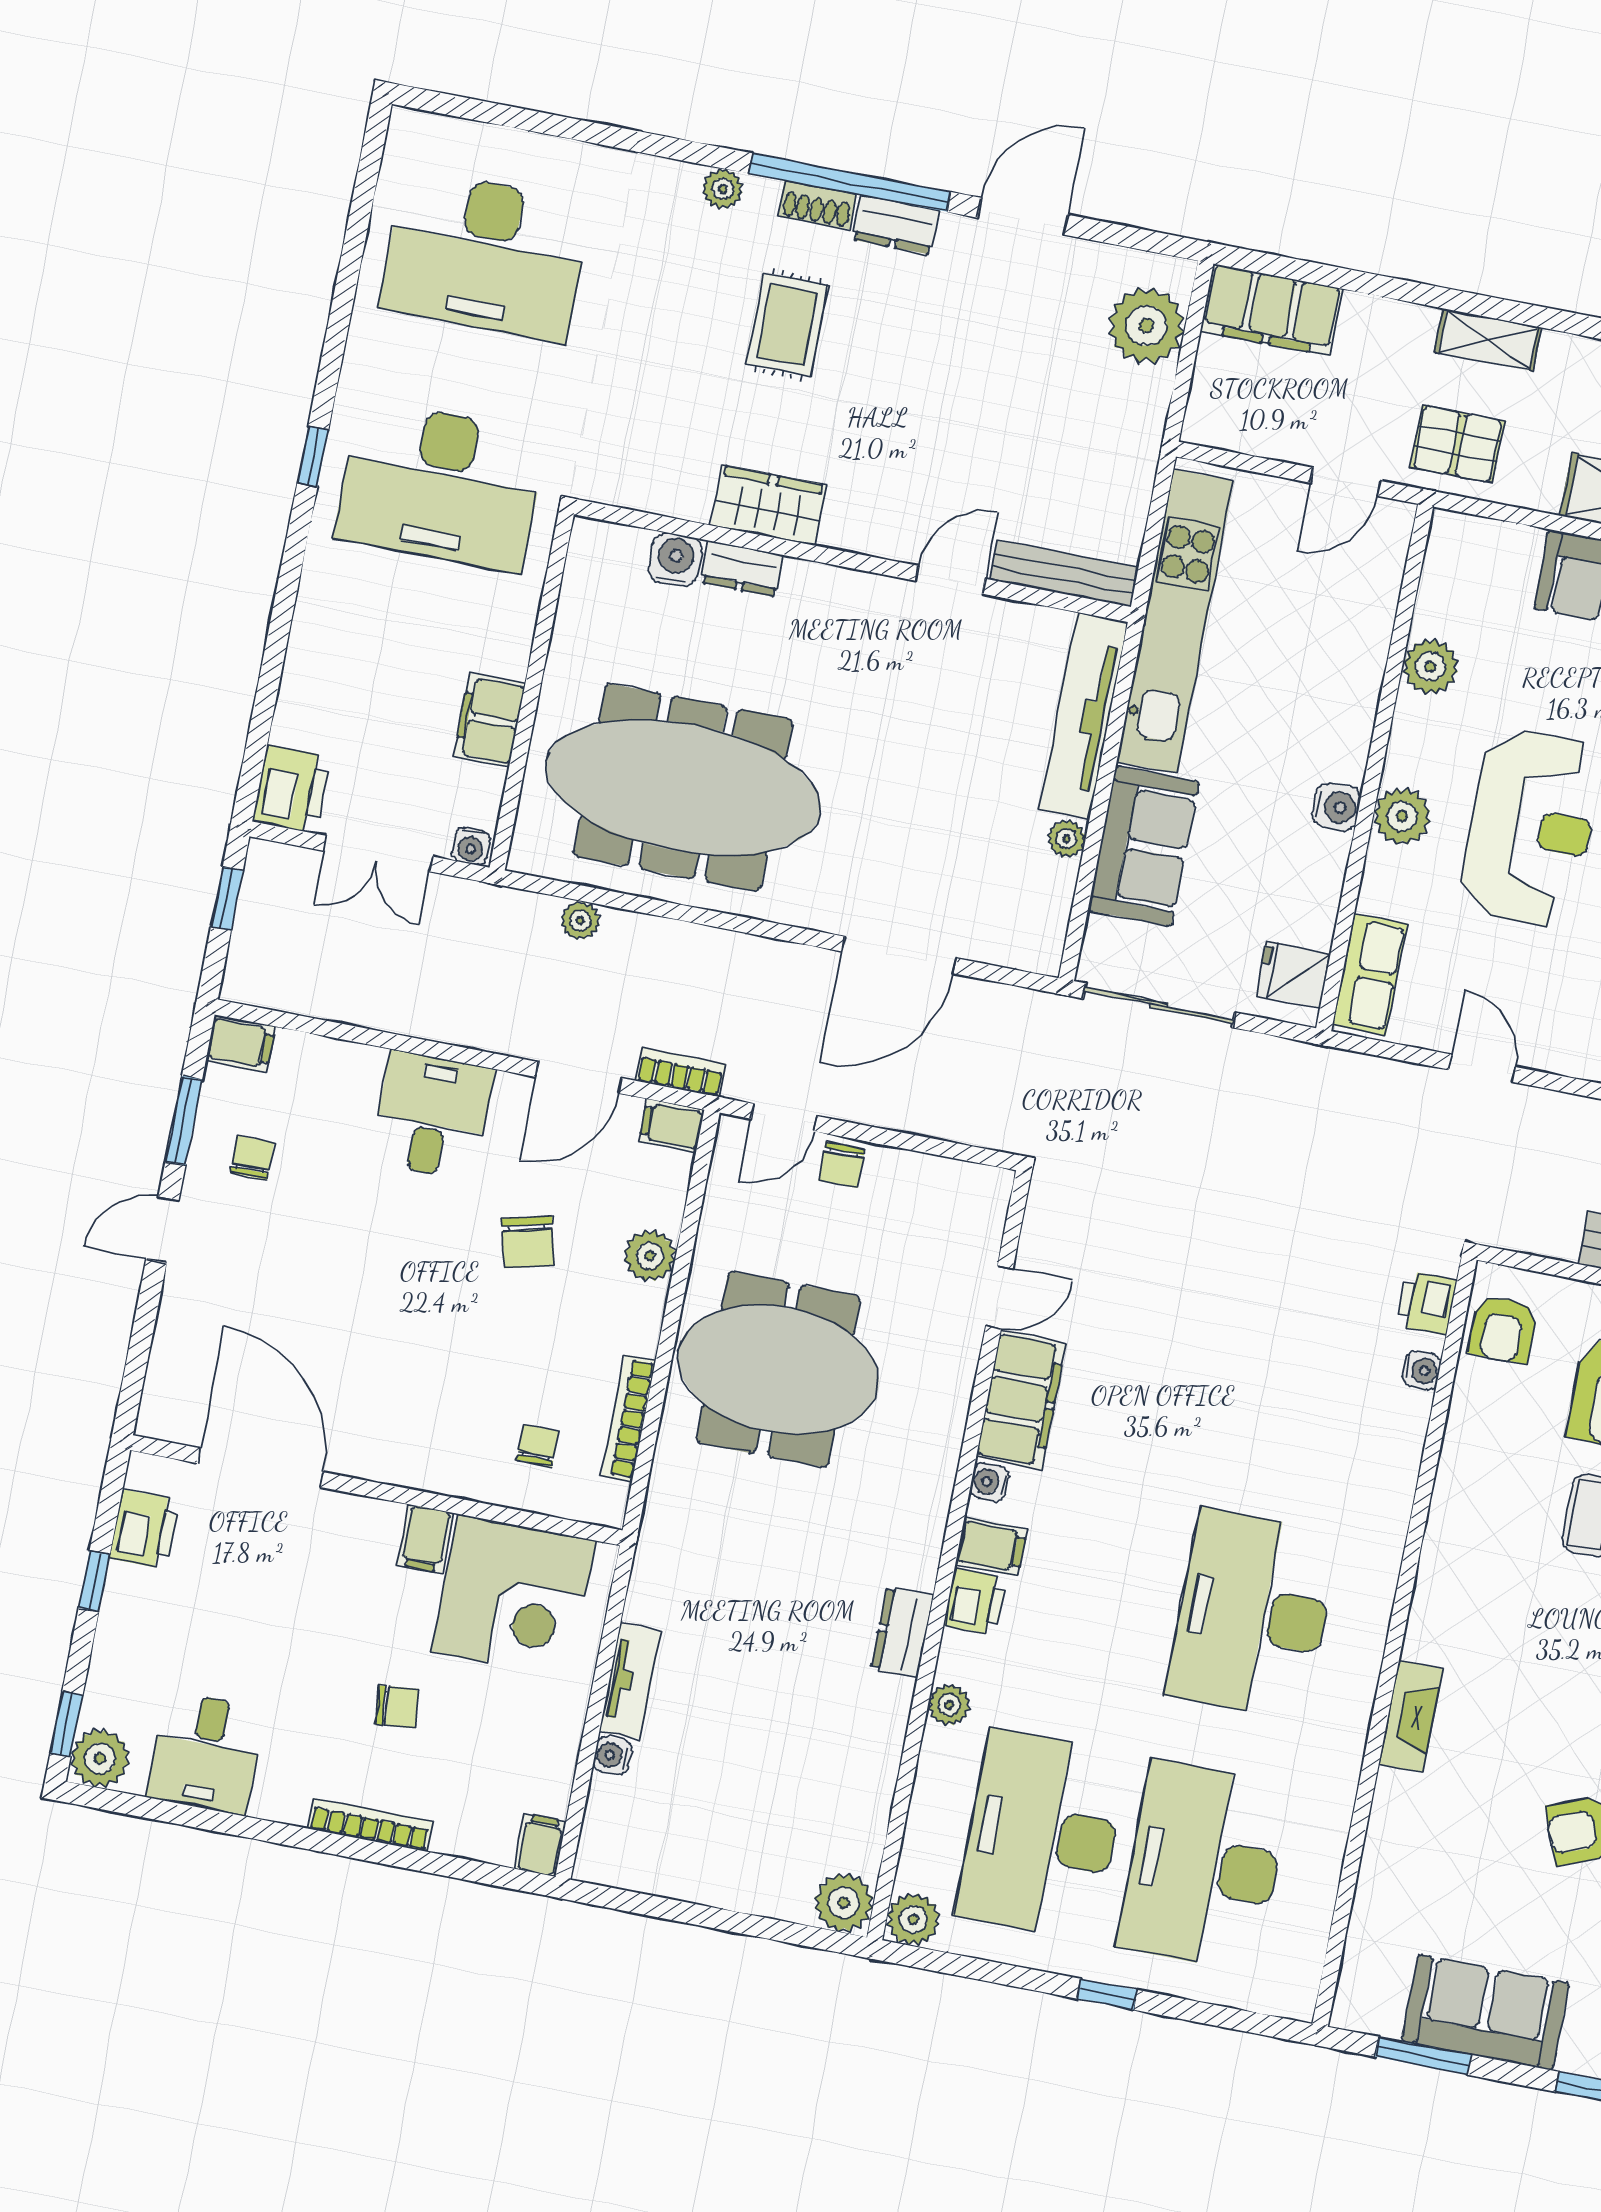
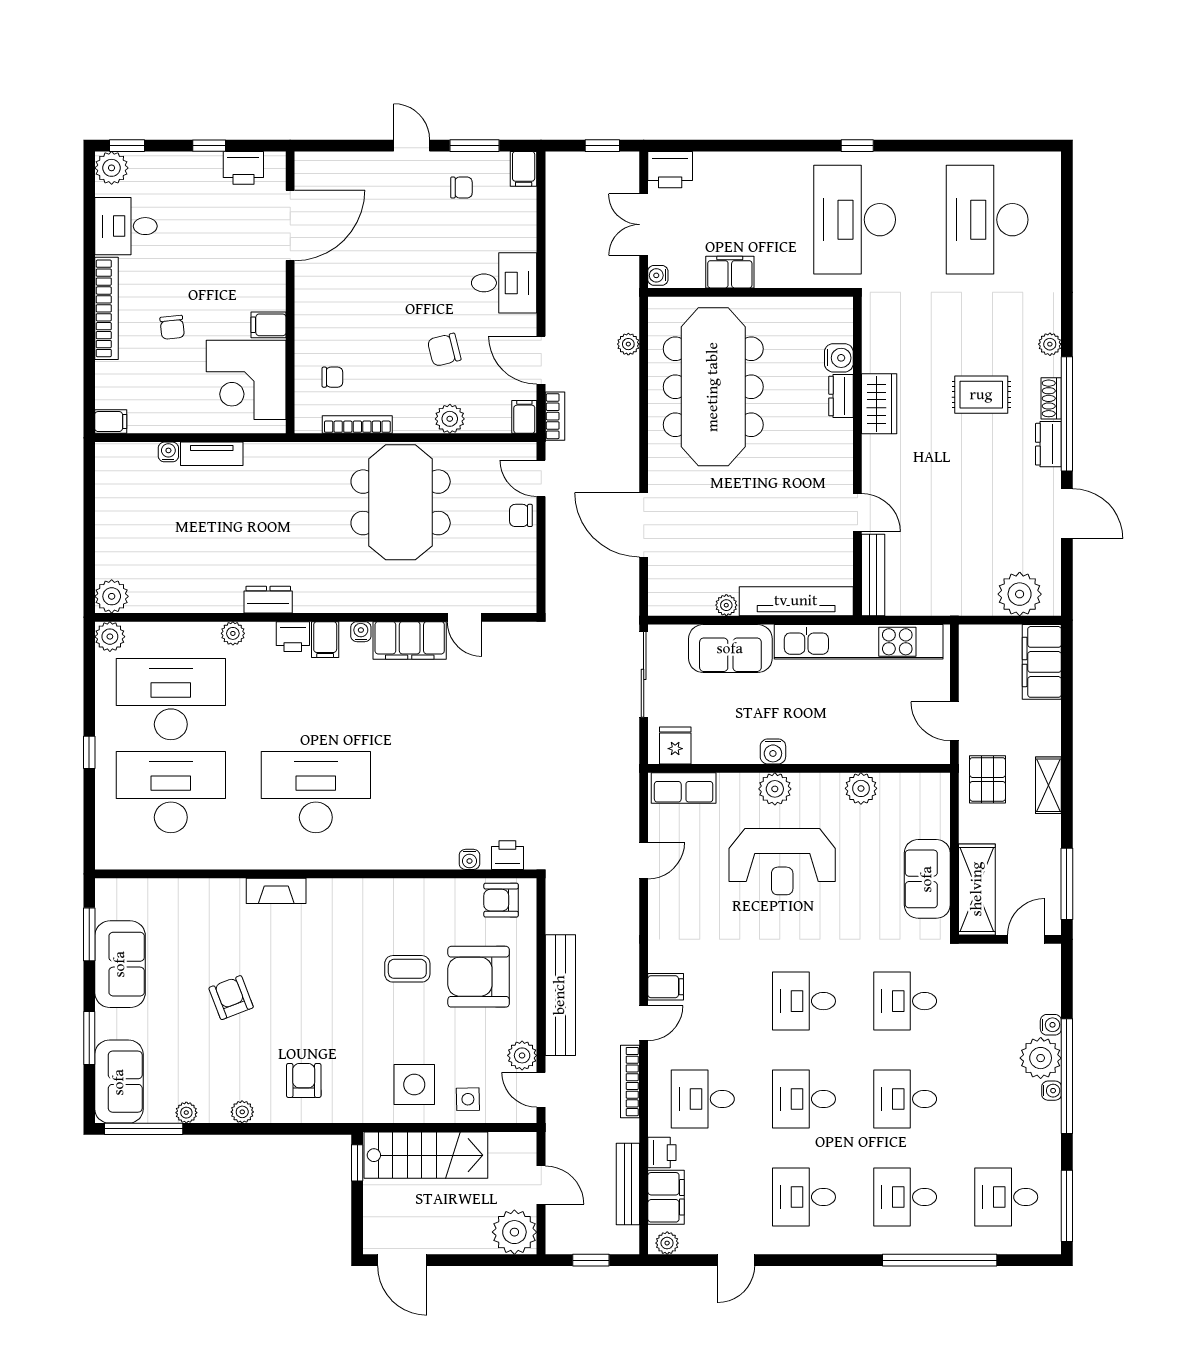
bookcase: (370, 1825) -> (107, 308), width x1.48, depth x1.31

